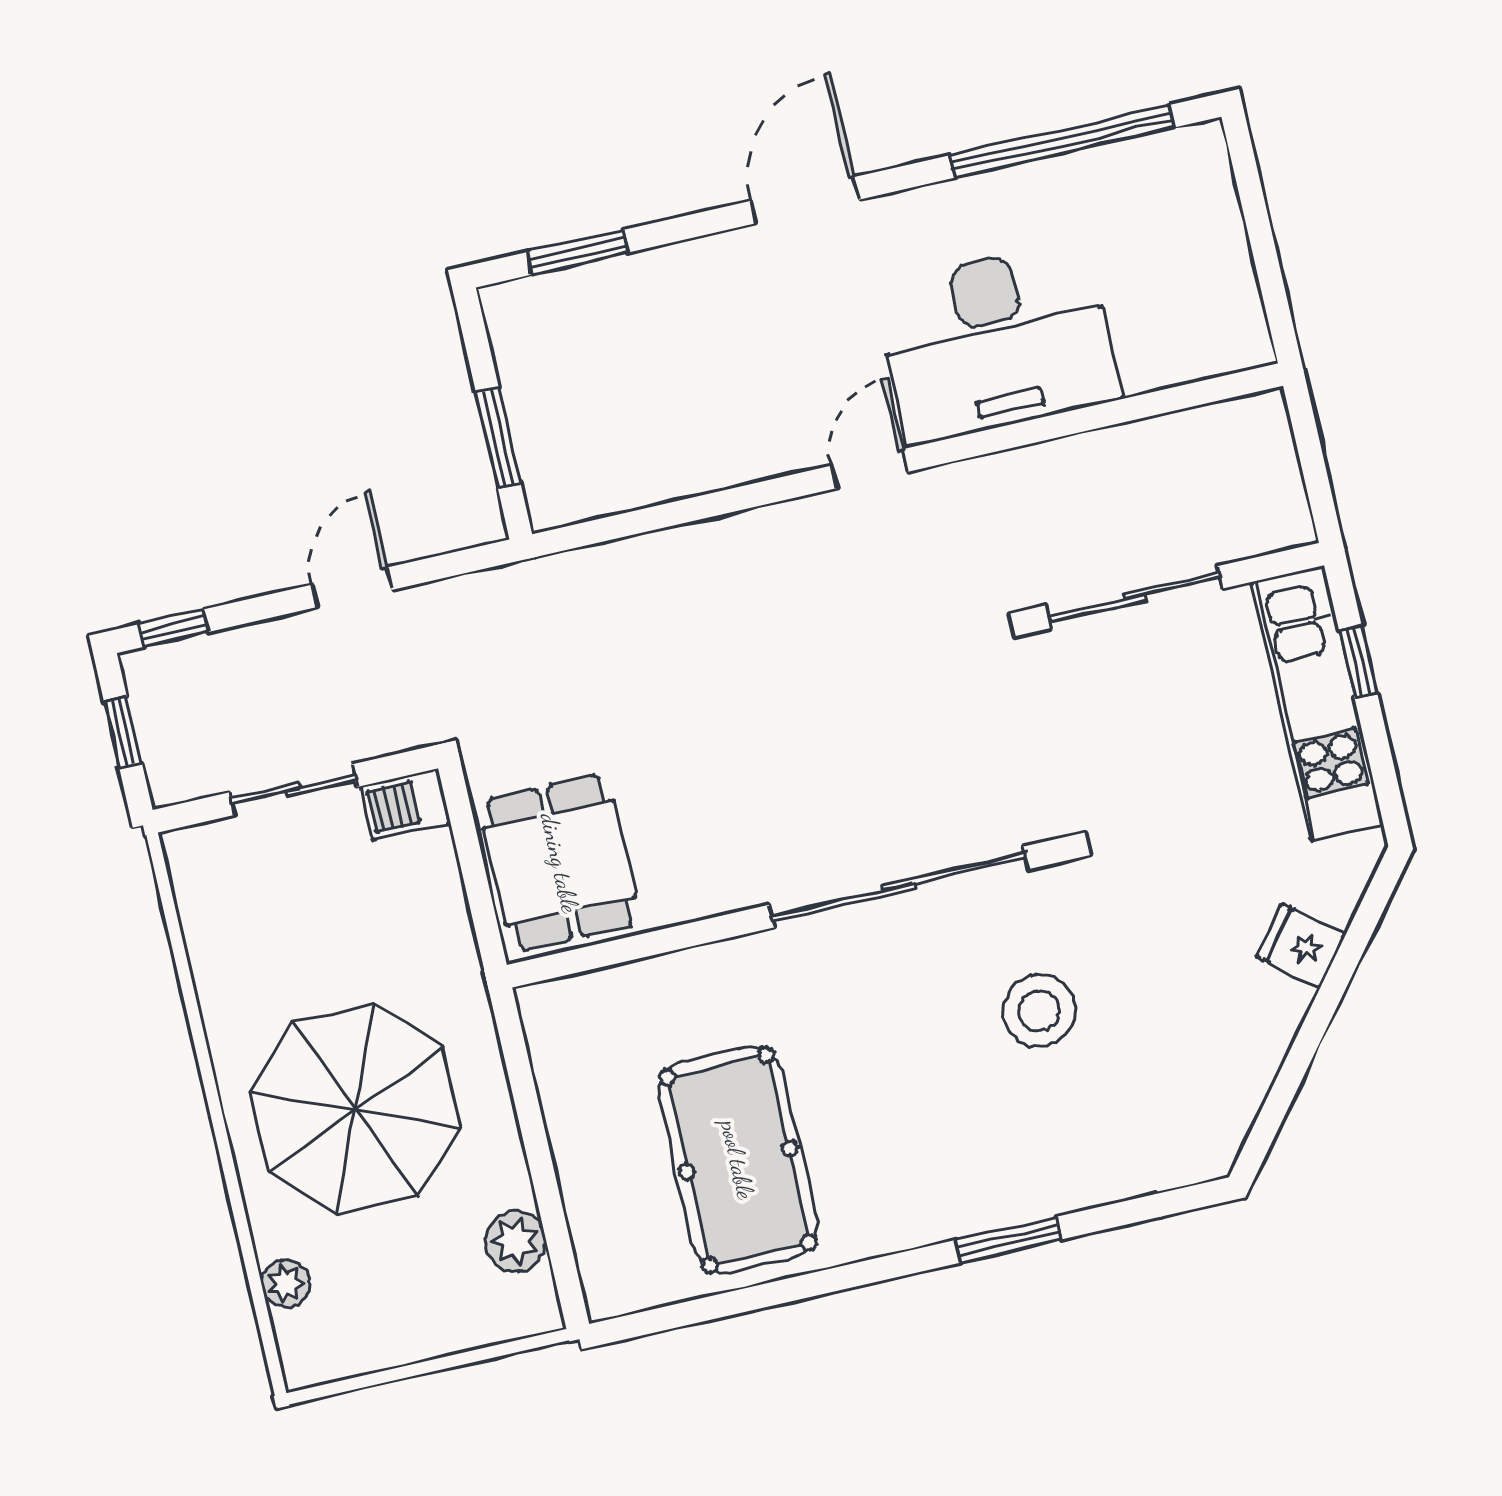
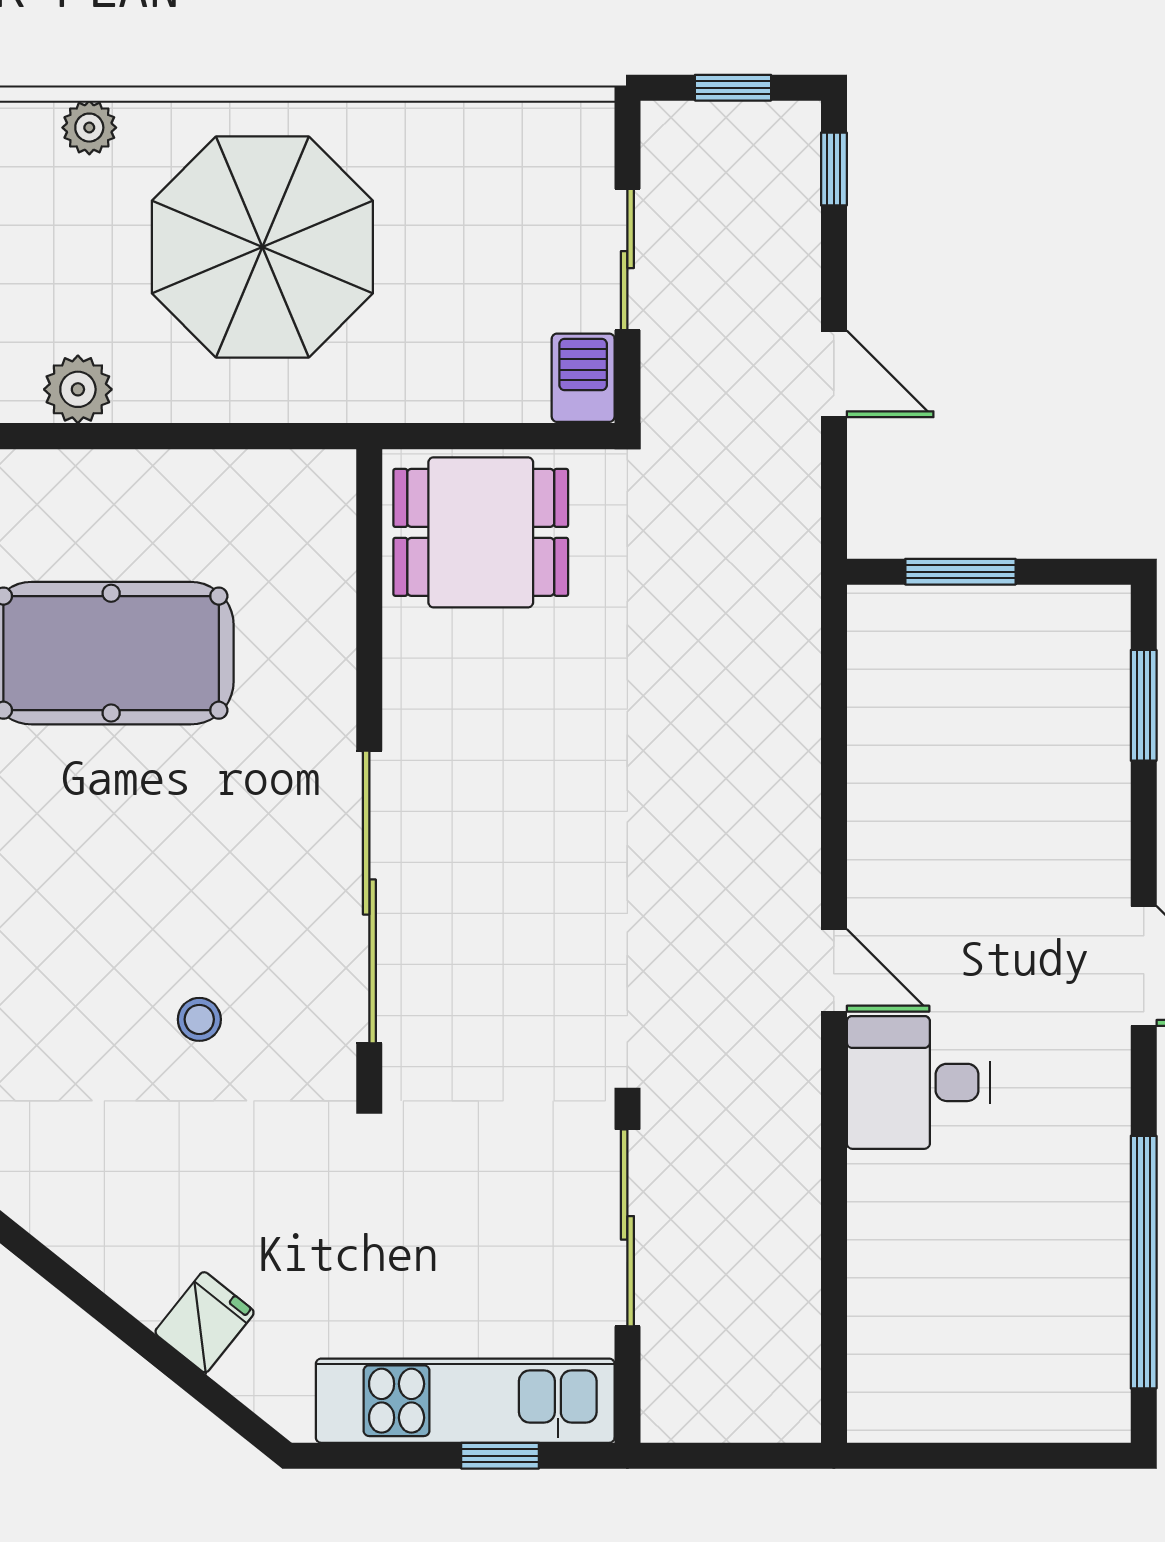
desk: (997, 343) -> (918, 1082), width x0.53, depth x0.77
stool: (1039, 1010) -> (199, 1019), width x0.53, depth x0.53

